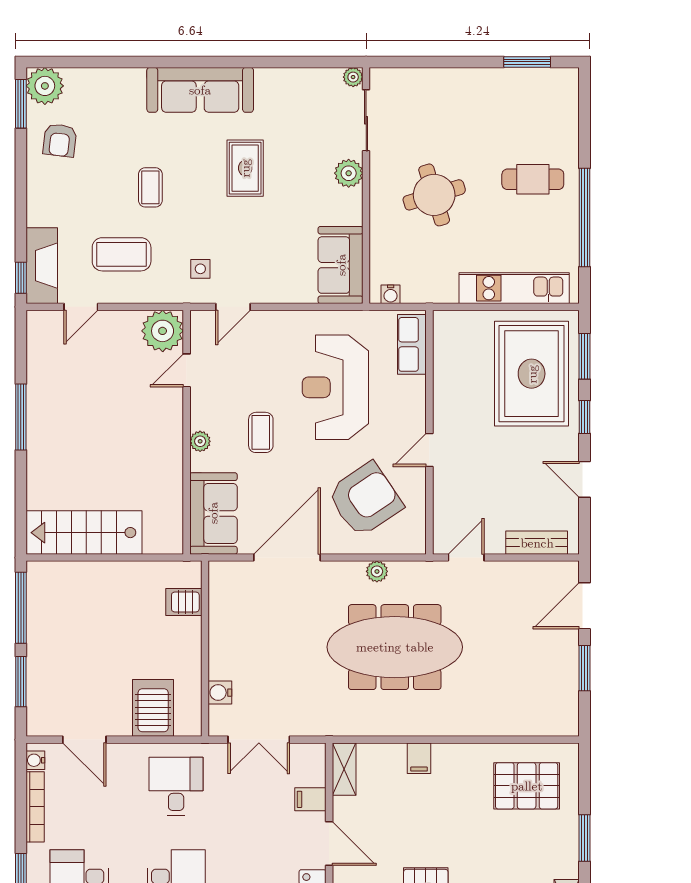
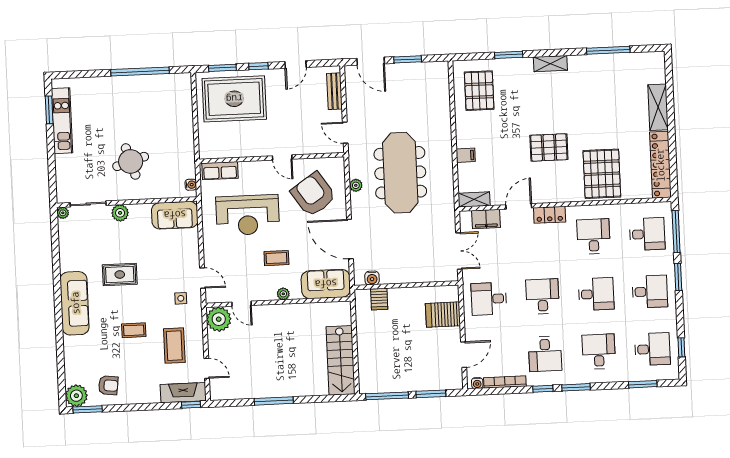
cafe table: (533, 179) -> (119, 103), removed
kitchen unit: (514, 288) -> (62, 121), moved, turned 180
water cooler: (220, 693) -> (372, 278), moved
filing cabinet: (310, 799) -> (486, 219), width x2.00

